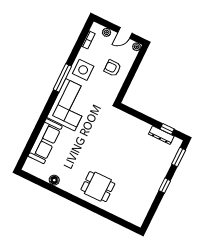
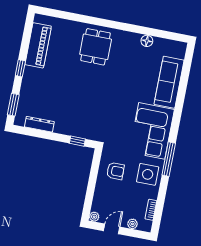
armchair: (112, 68) -> (115, 171), moved
window: (167, 129) -> (77, 141), moved
dining table: (98, 187) -> (96, 47), turned 90
piano: (145, 200) -> (38, 45), added

